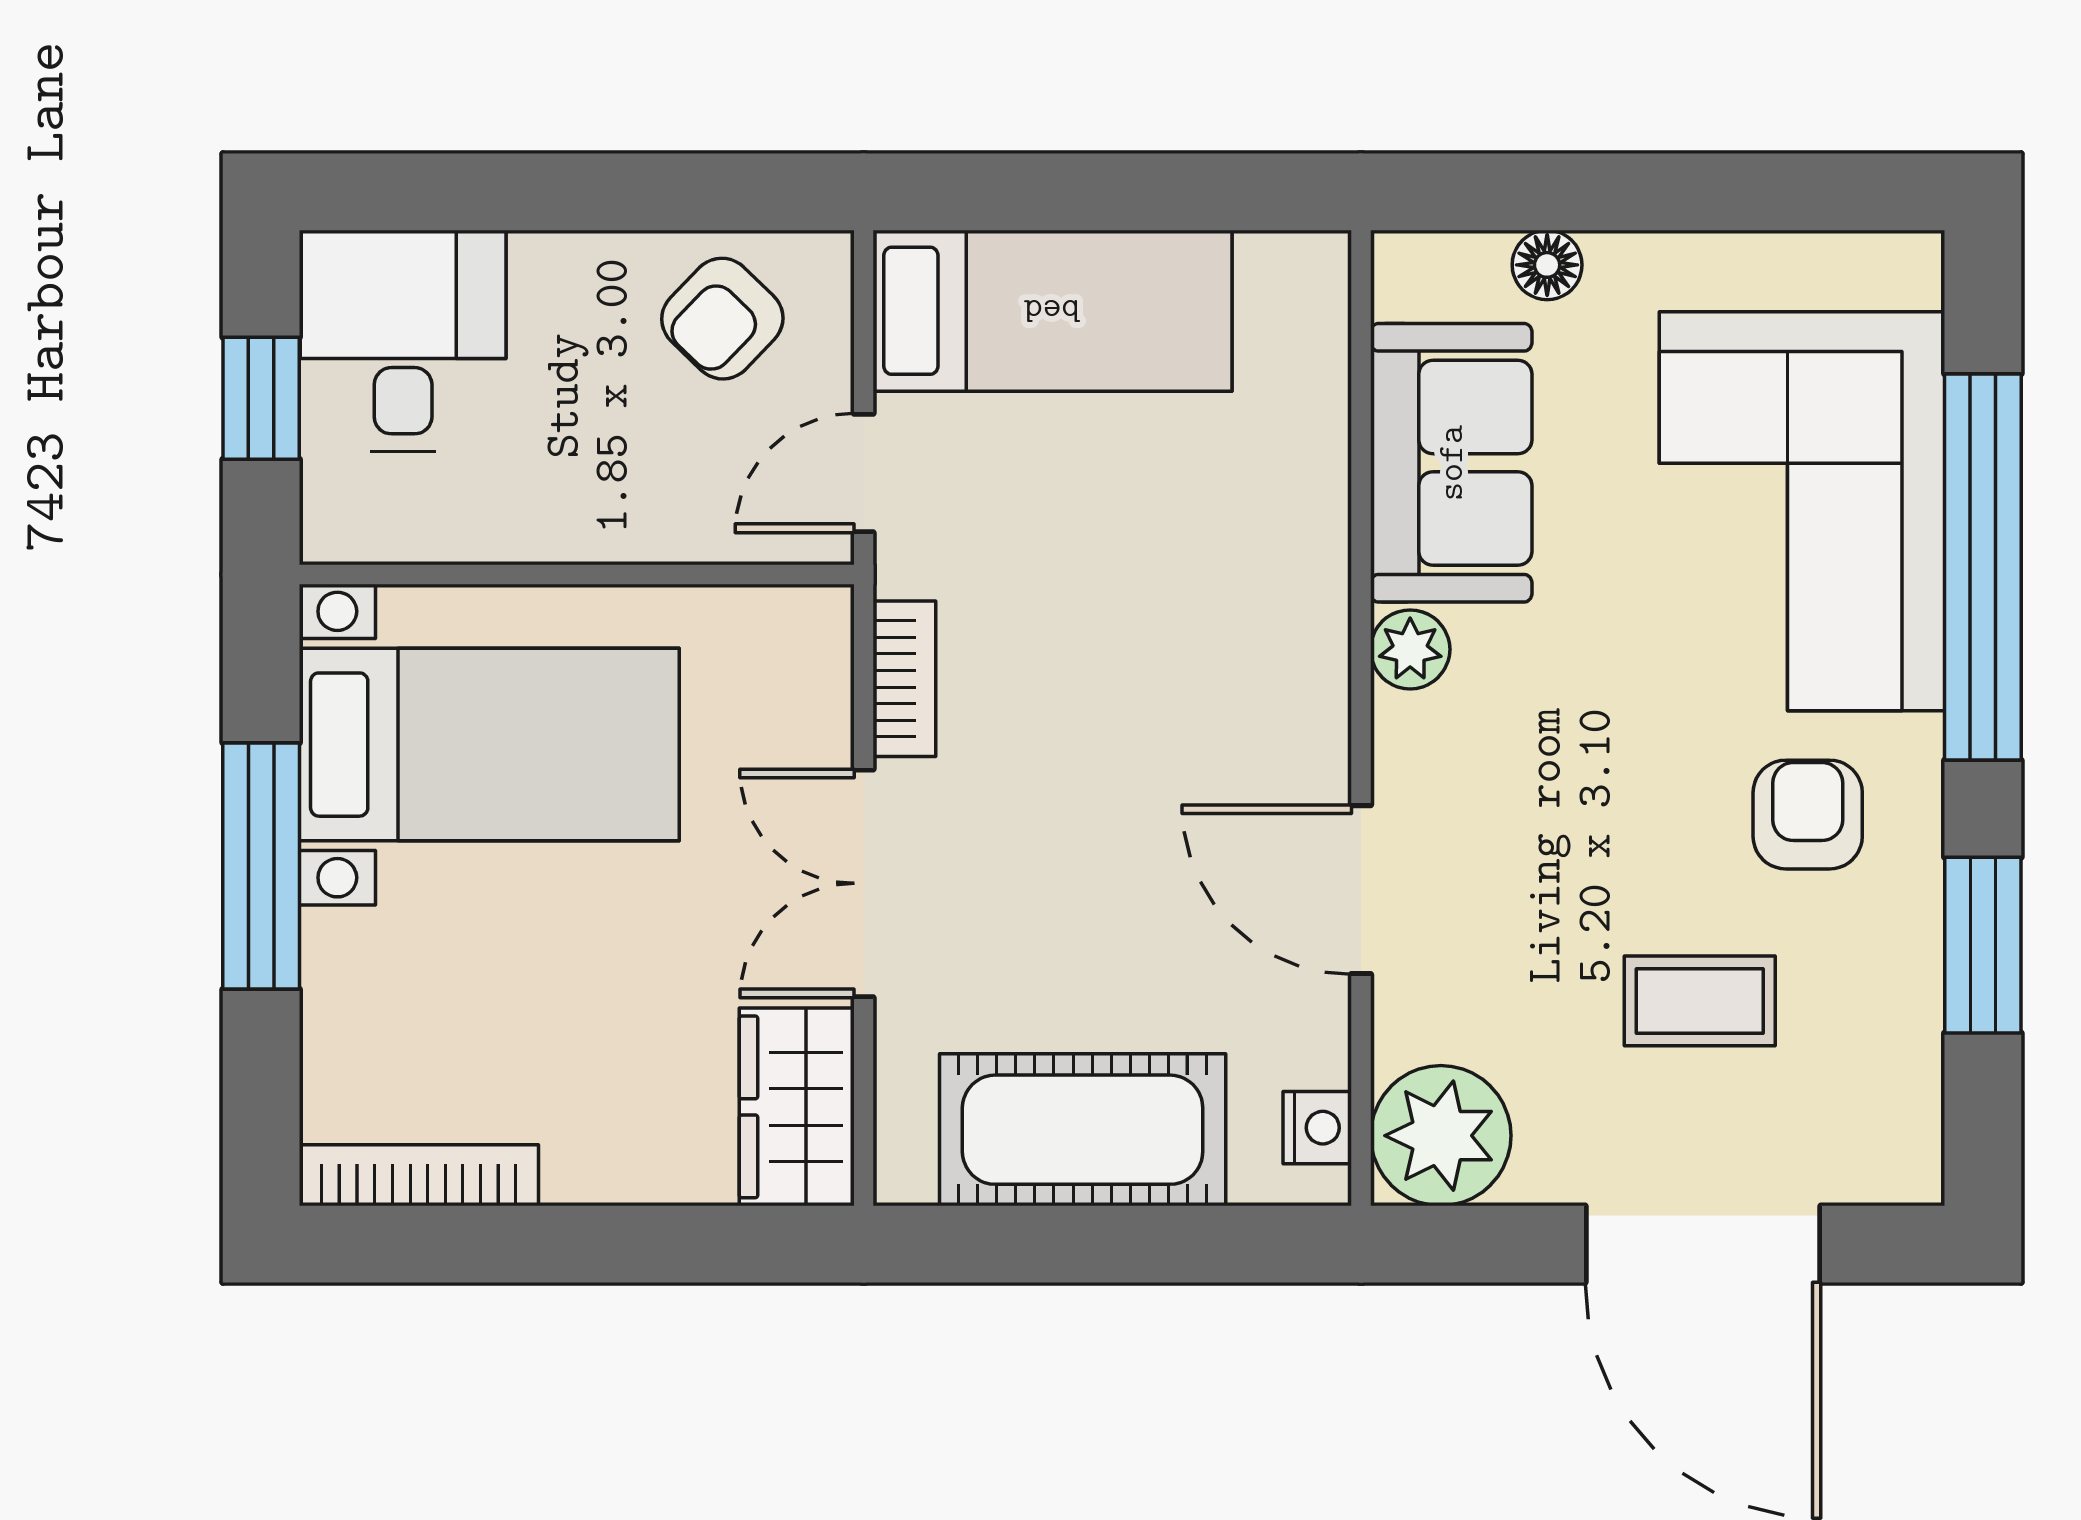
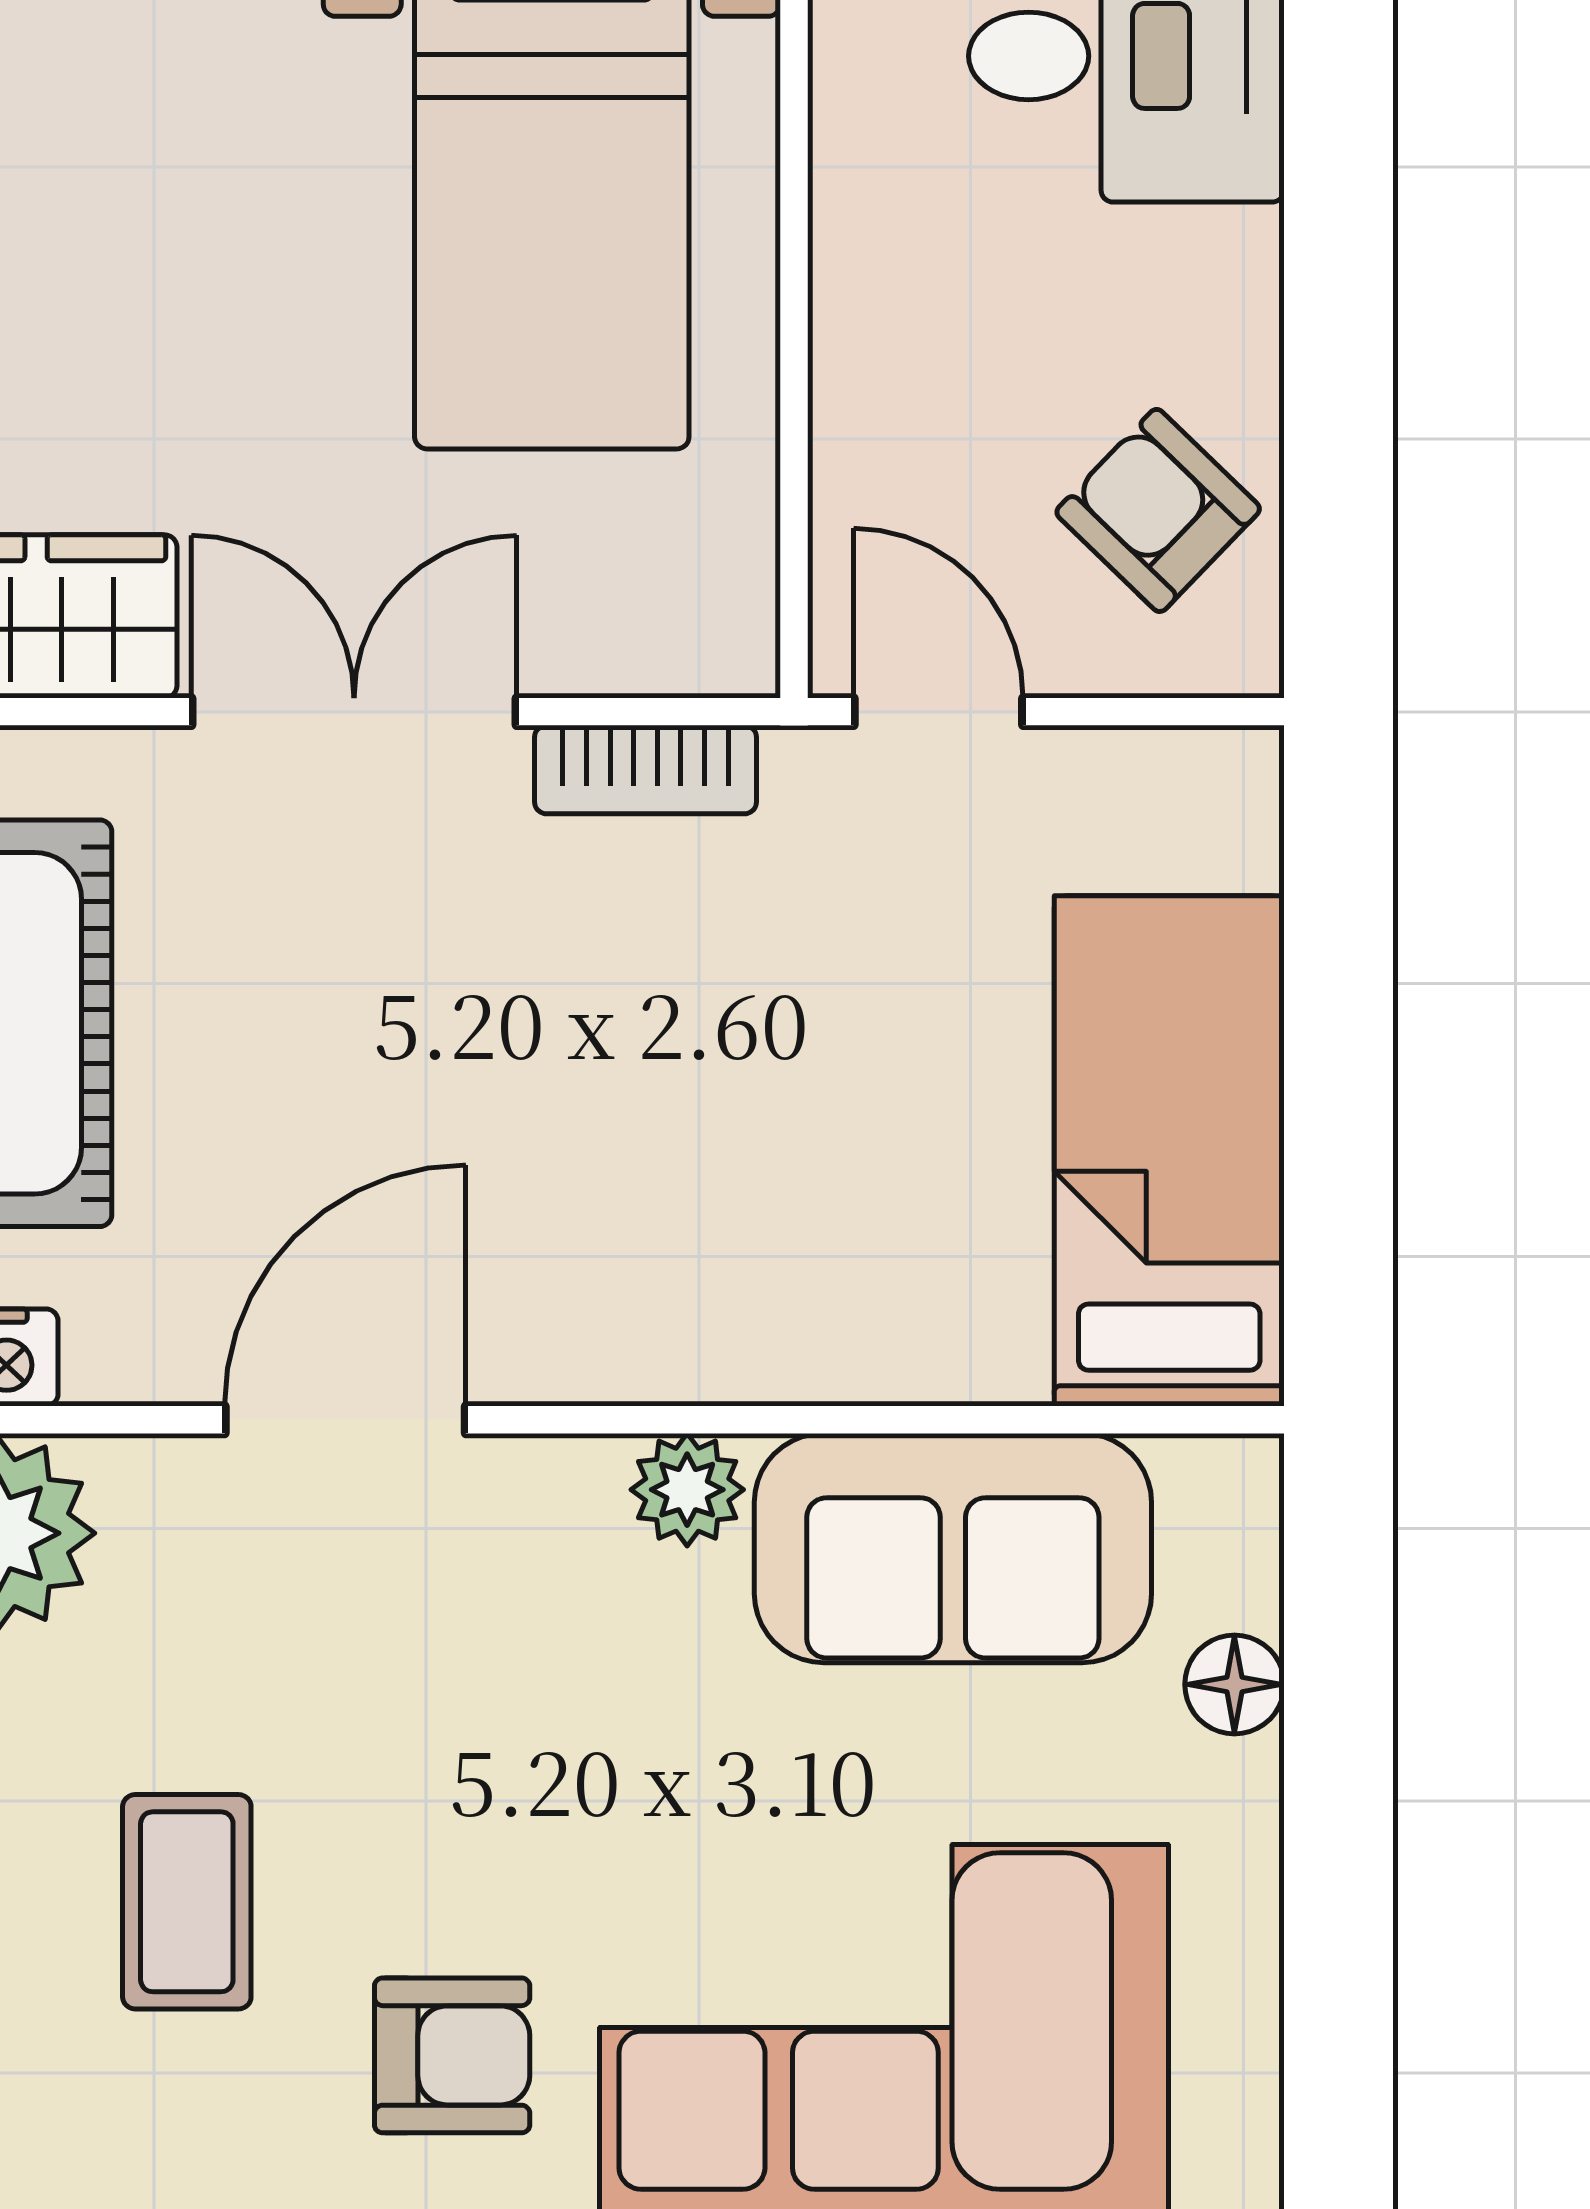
bed: (1052, 311) -> (1169, 1151), moved, turned 180

